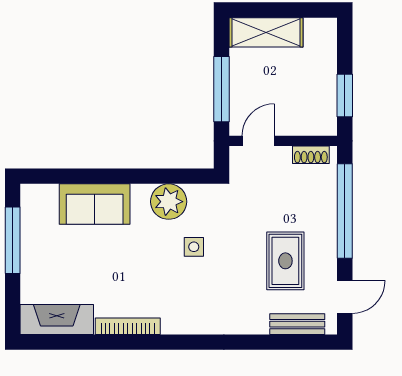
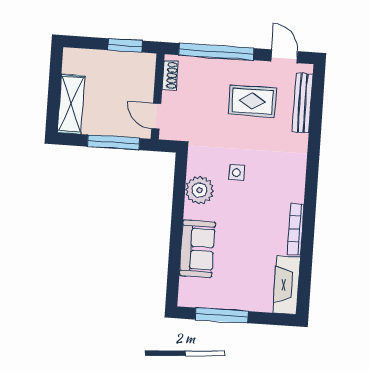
bench: (297, 324) -> (303, 103), width x1.36

